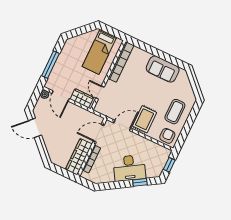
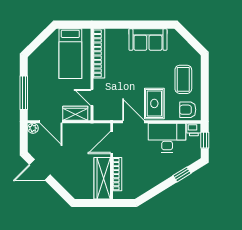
door: (122, 125) -> (133, 122), hinge flipped
armchair: (167, 136) -> (188, 110), turned -90
printer: (165, 153) -> (194, 129), added
desk: (129, 168) -> (167, 138), moved, turned -148

